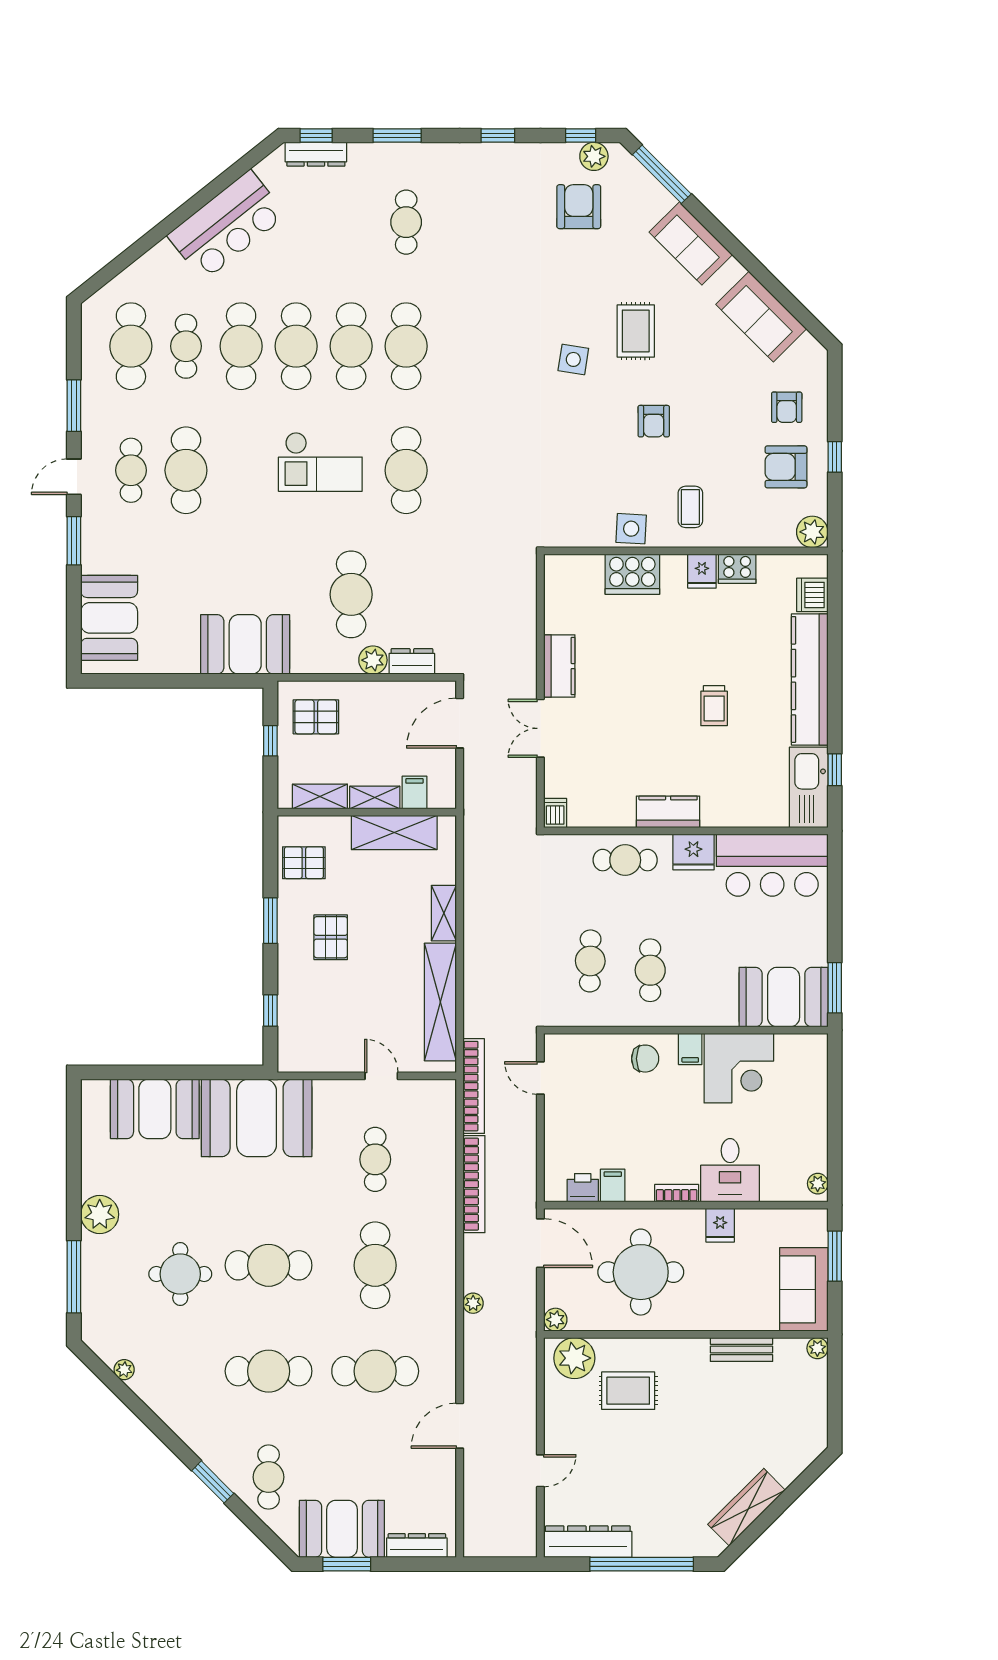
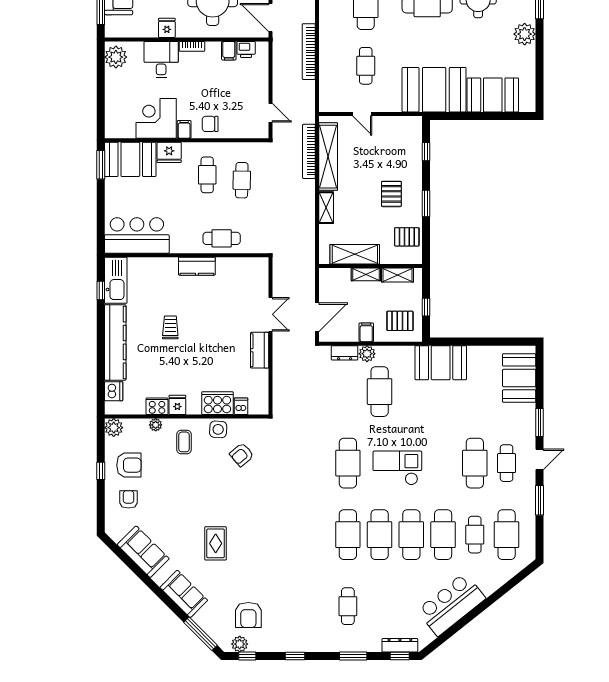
side table: (573, 359) -> (251, 527), removed
armchair: (654, 421) -> (242, 455), moved, turned -130
plant: (740, 537) -> (156, 425), added
filing cabinet: (414, 792) -> (366, 332), moved, turned 180
dishwasher: (555, 813) -> (241, 406), moved, turned 180
fridge: (693, 852) -> (169, 152), moved, turned 180
bookcase: (474, 1086) -> (309, 151), moved
plant: (818, 1184) -> (116, 57), width x1.87, depth x1.87

